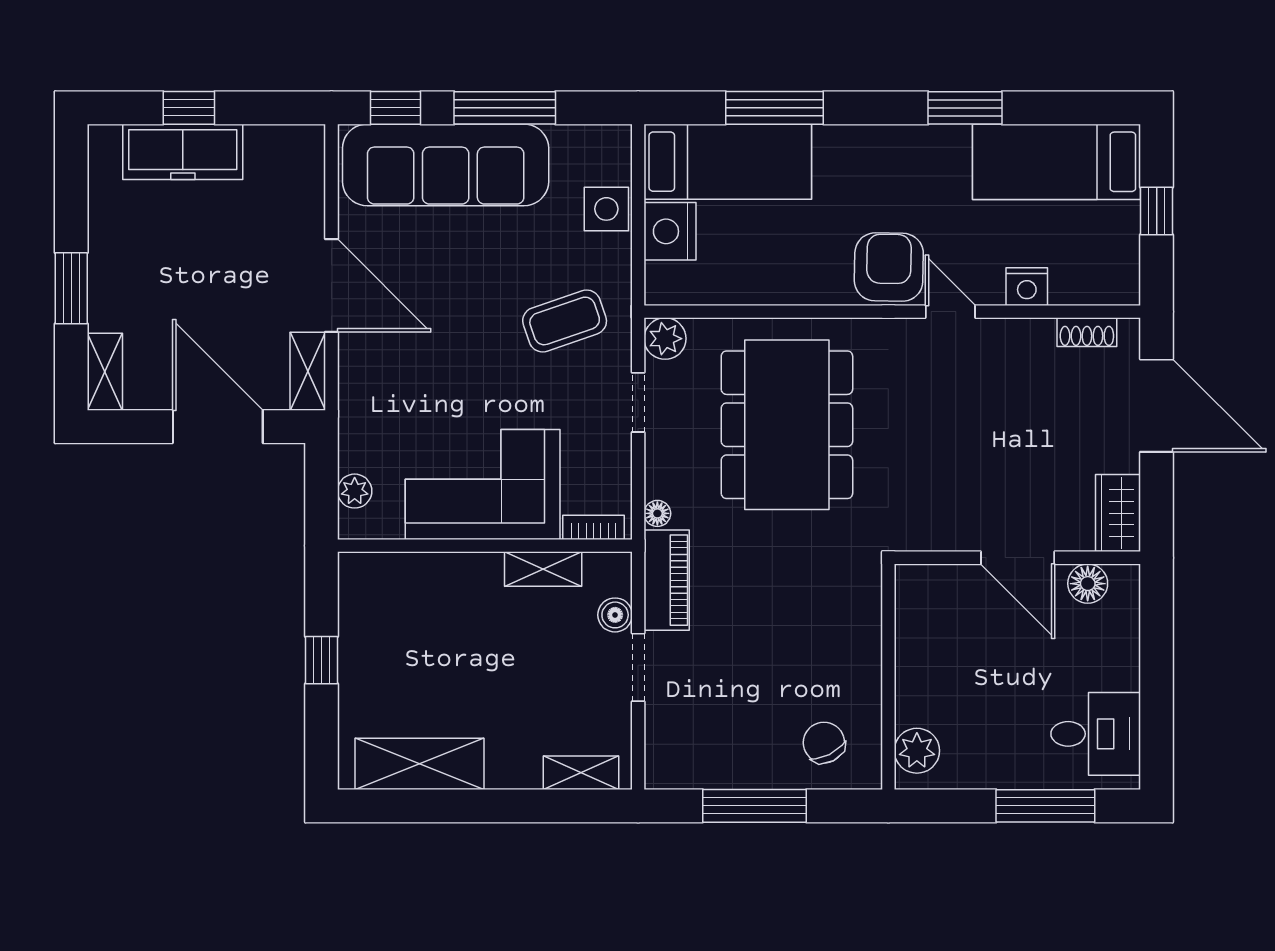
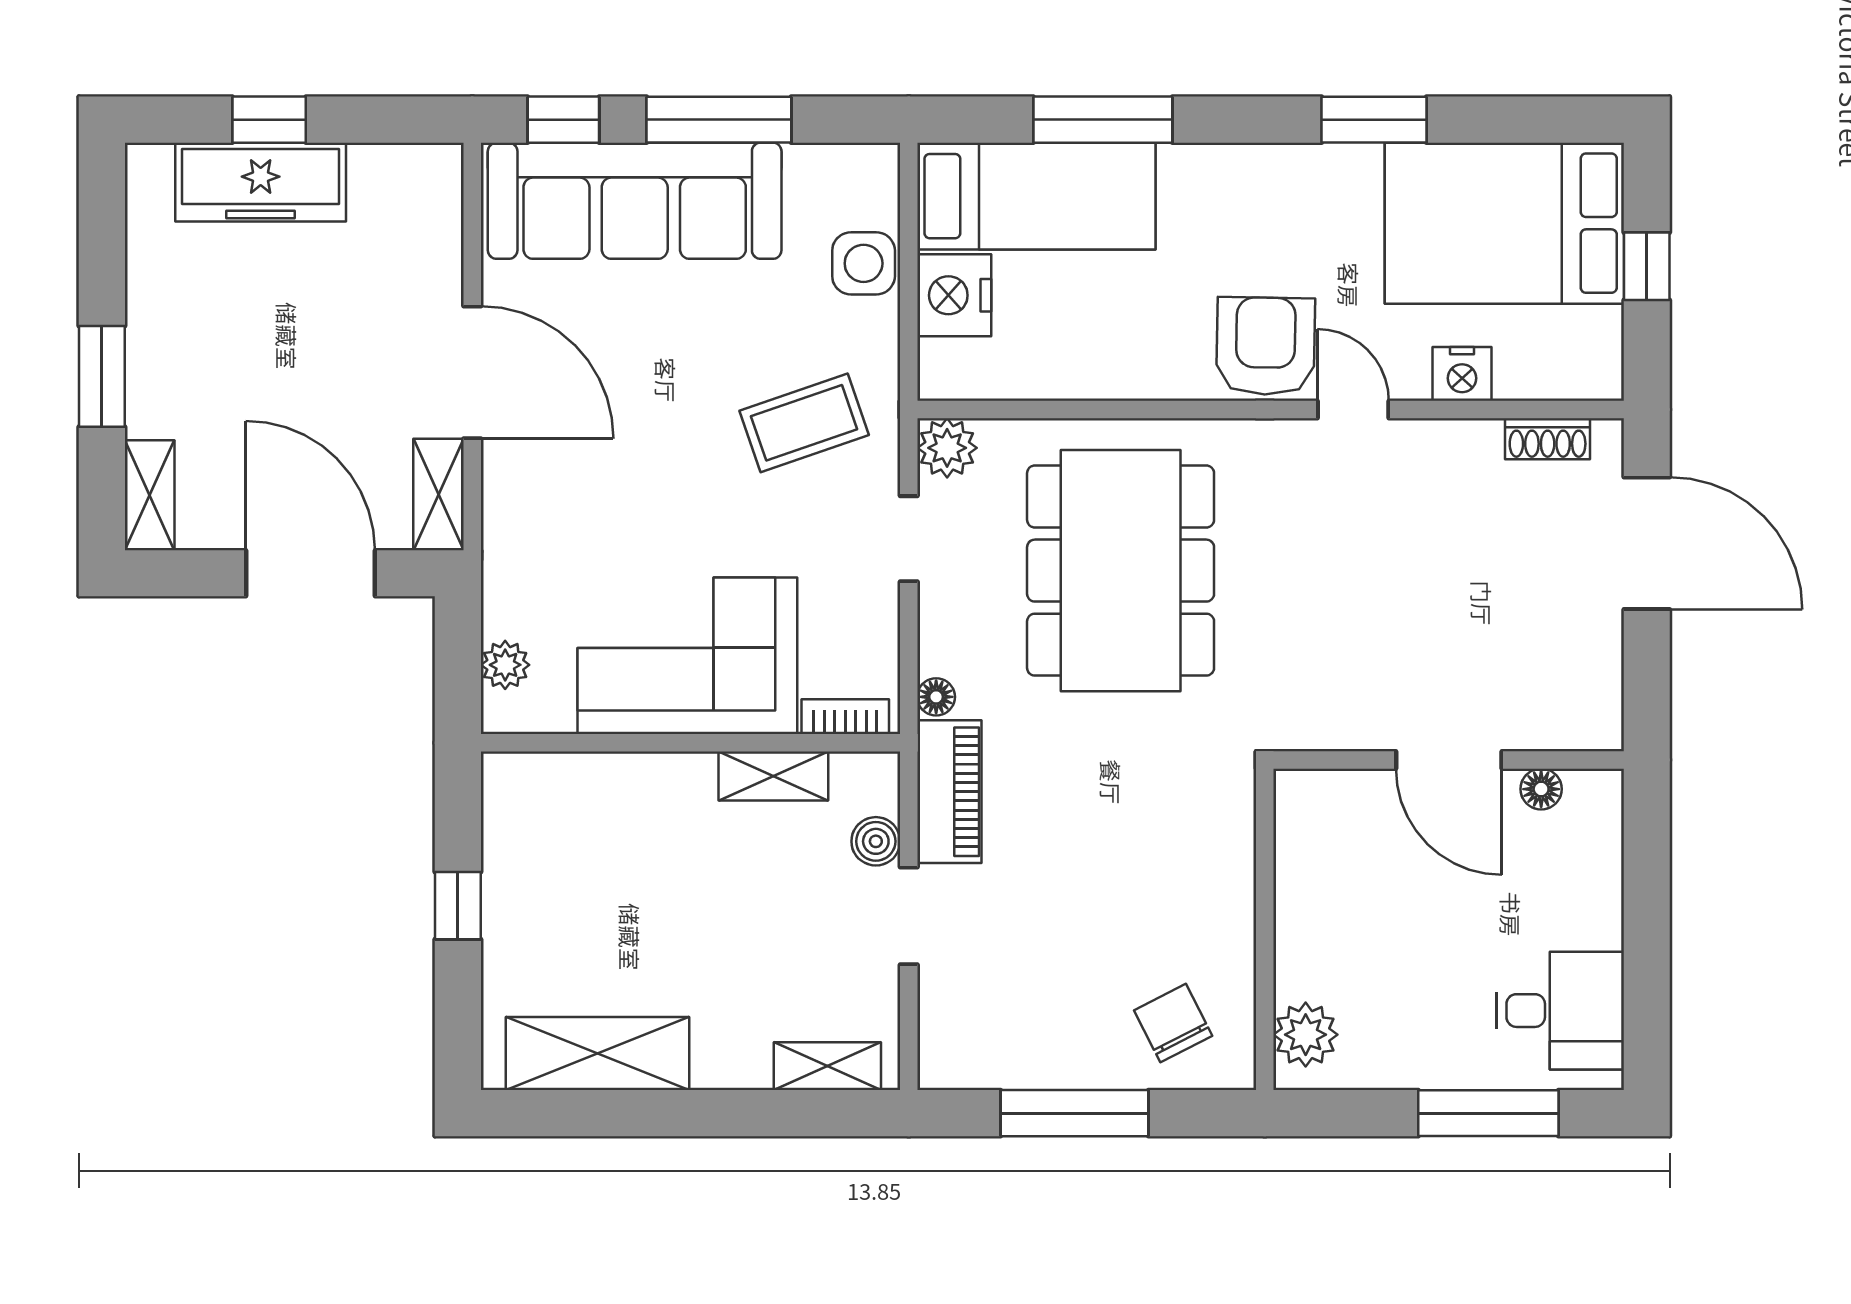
bed: (1057, 162) -> (1504, 223), width x1.50
wardrobe: (1118, 513) -> (1592, 696), removed
floor lamp: (1088, 584) -> (1541, 789), width x0.73, depth x0.73

